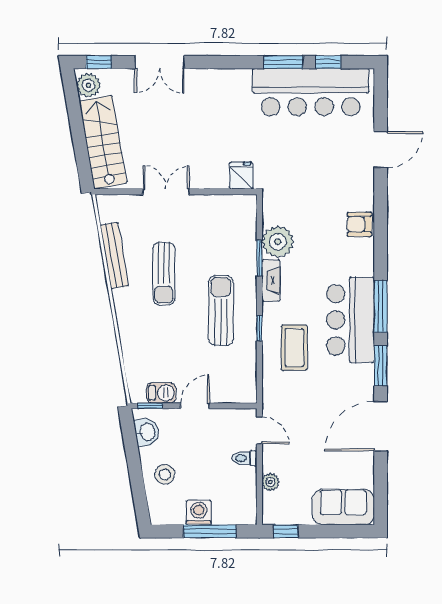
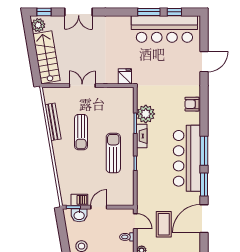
bar counter: (351, 320) -> (187, 158), width x1.36
coffee table: (294, 348) -> (164, 224), moved
washbasin: (147, 432) -> (79, 215), moved, turned 100

